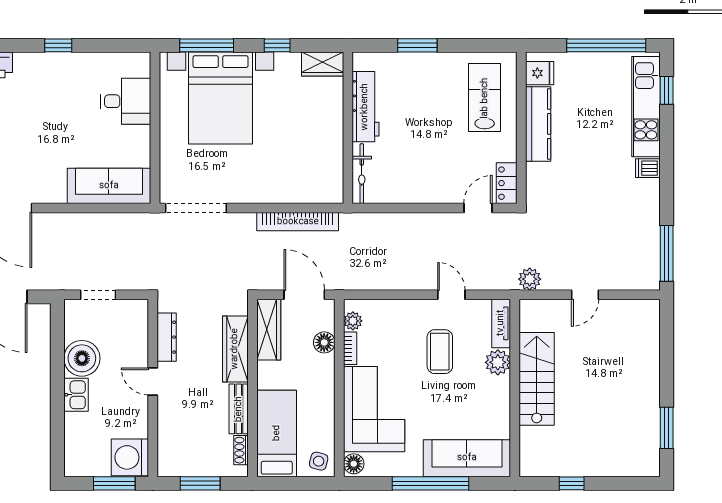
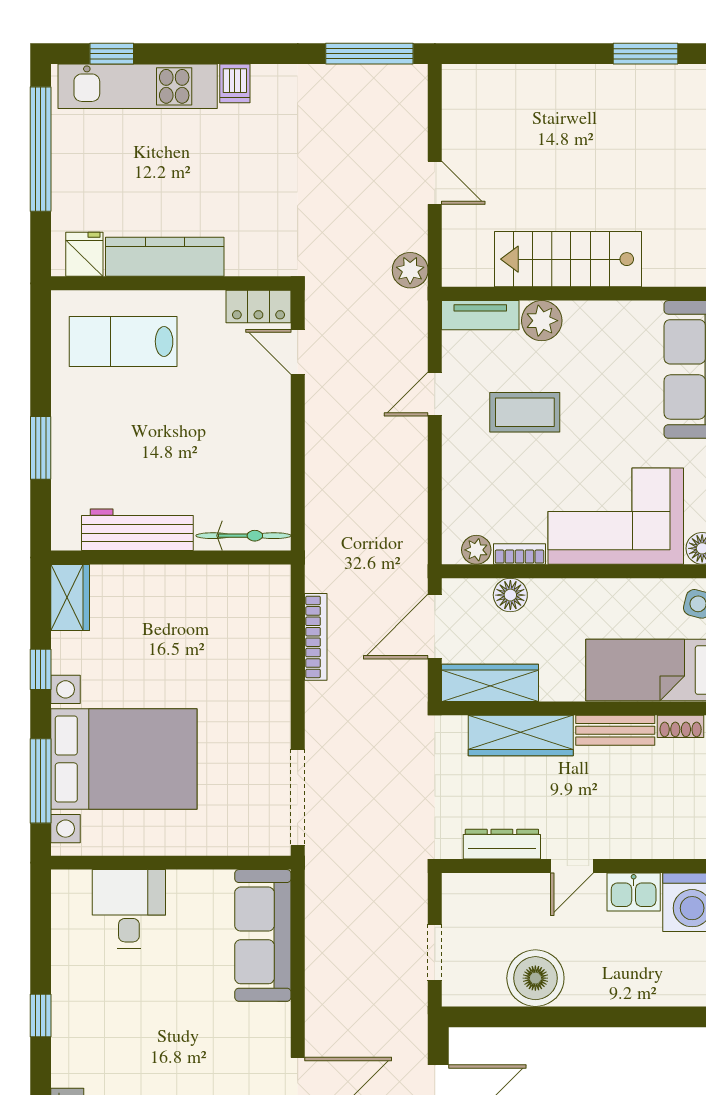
bookcase: (298, 222) -> (316, 637), width x0.68, depth x0.76
kitchen sink: (76, 395) -> (634, 892), moved, turned 180

